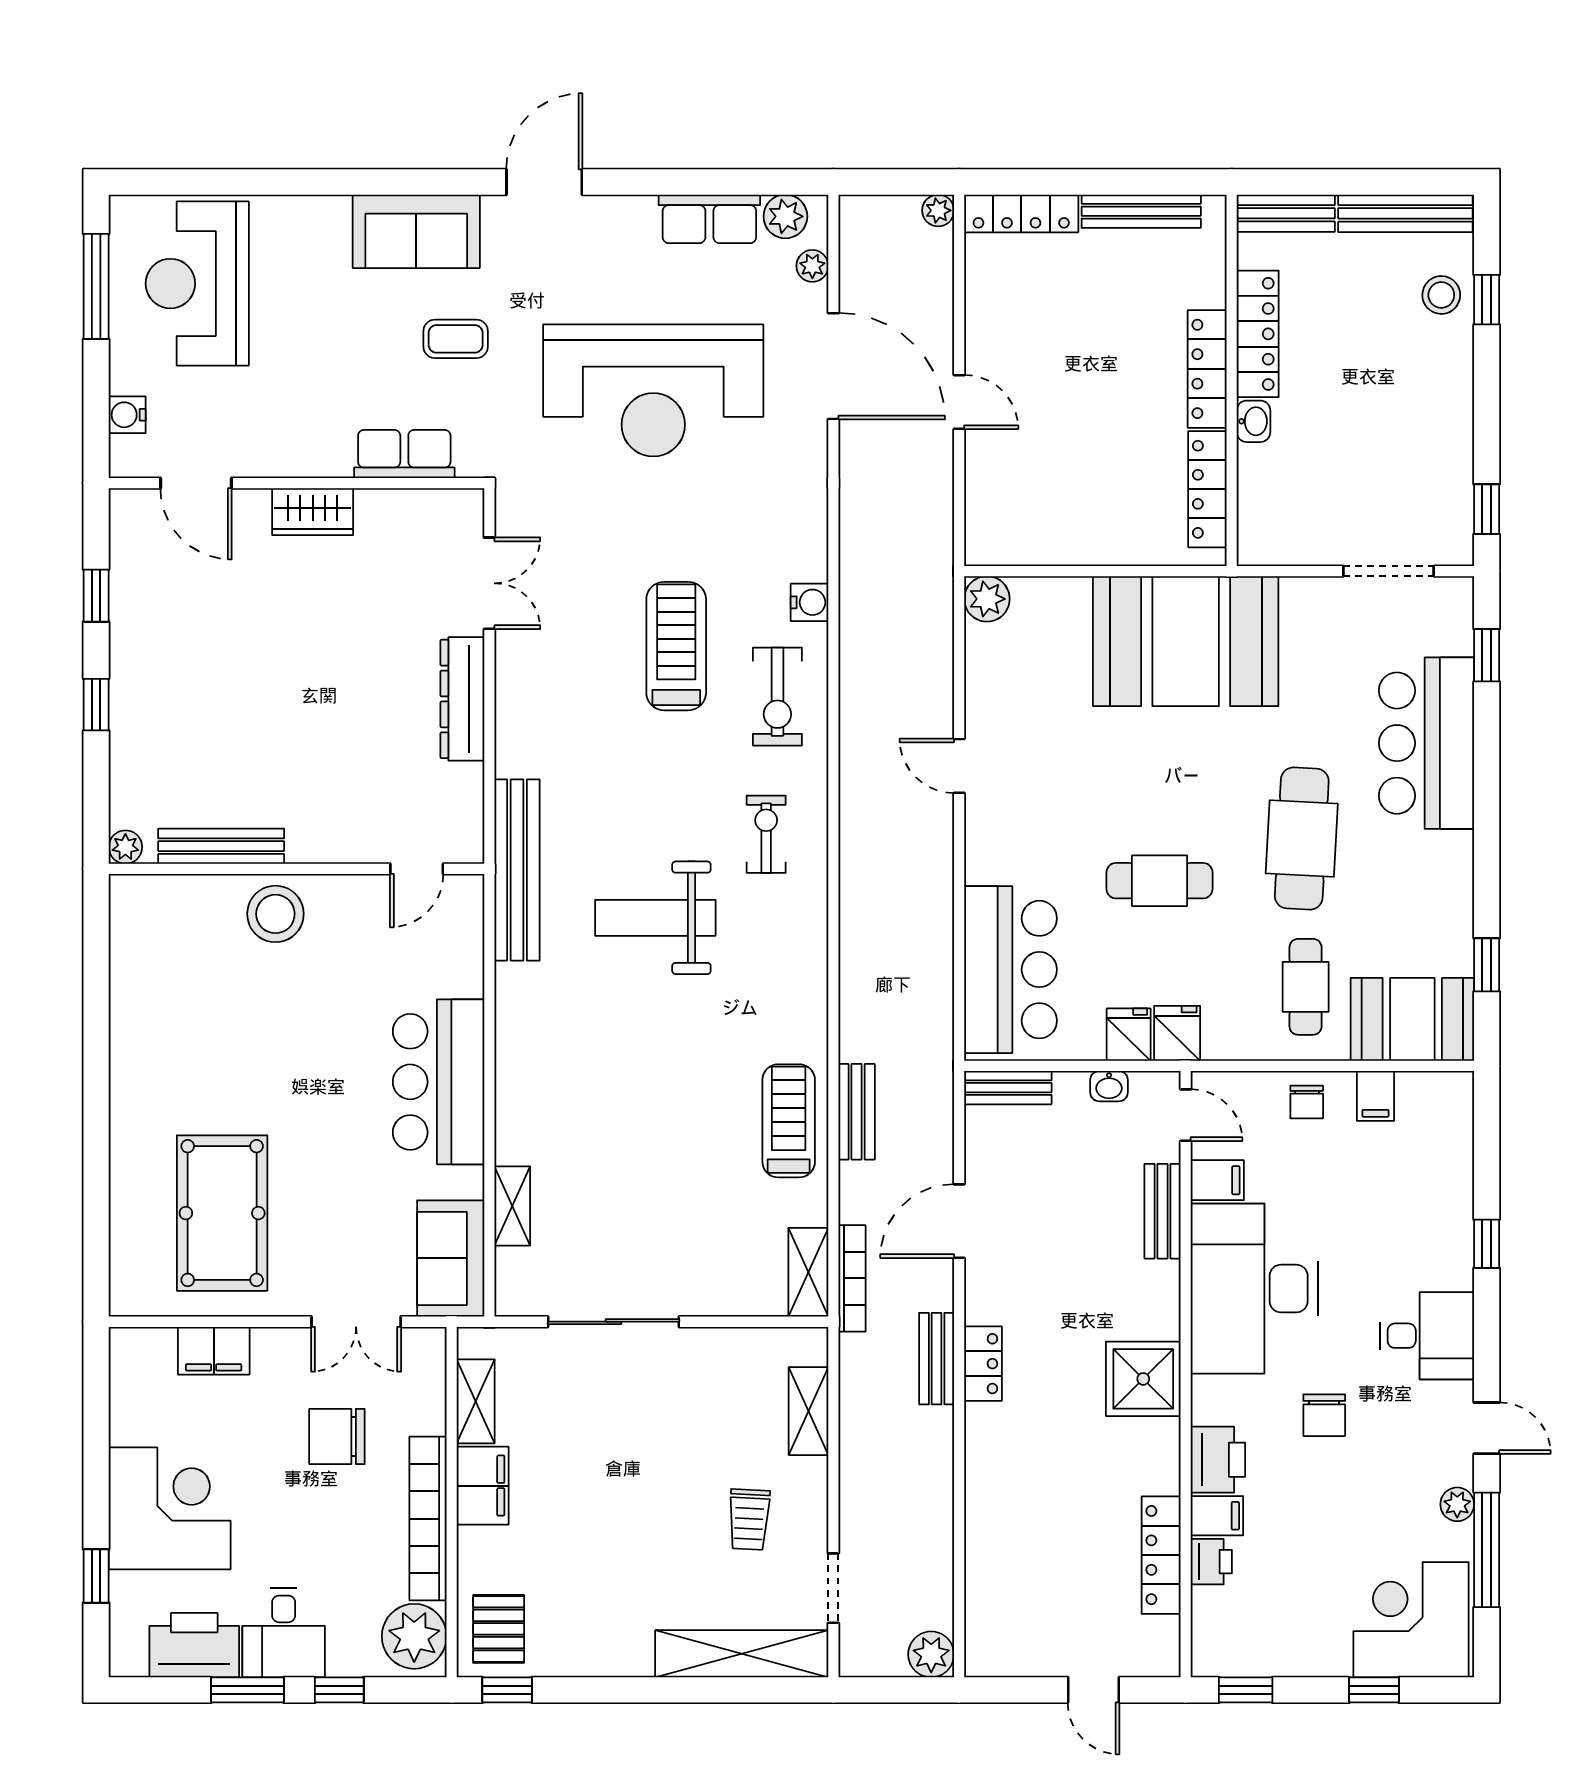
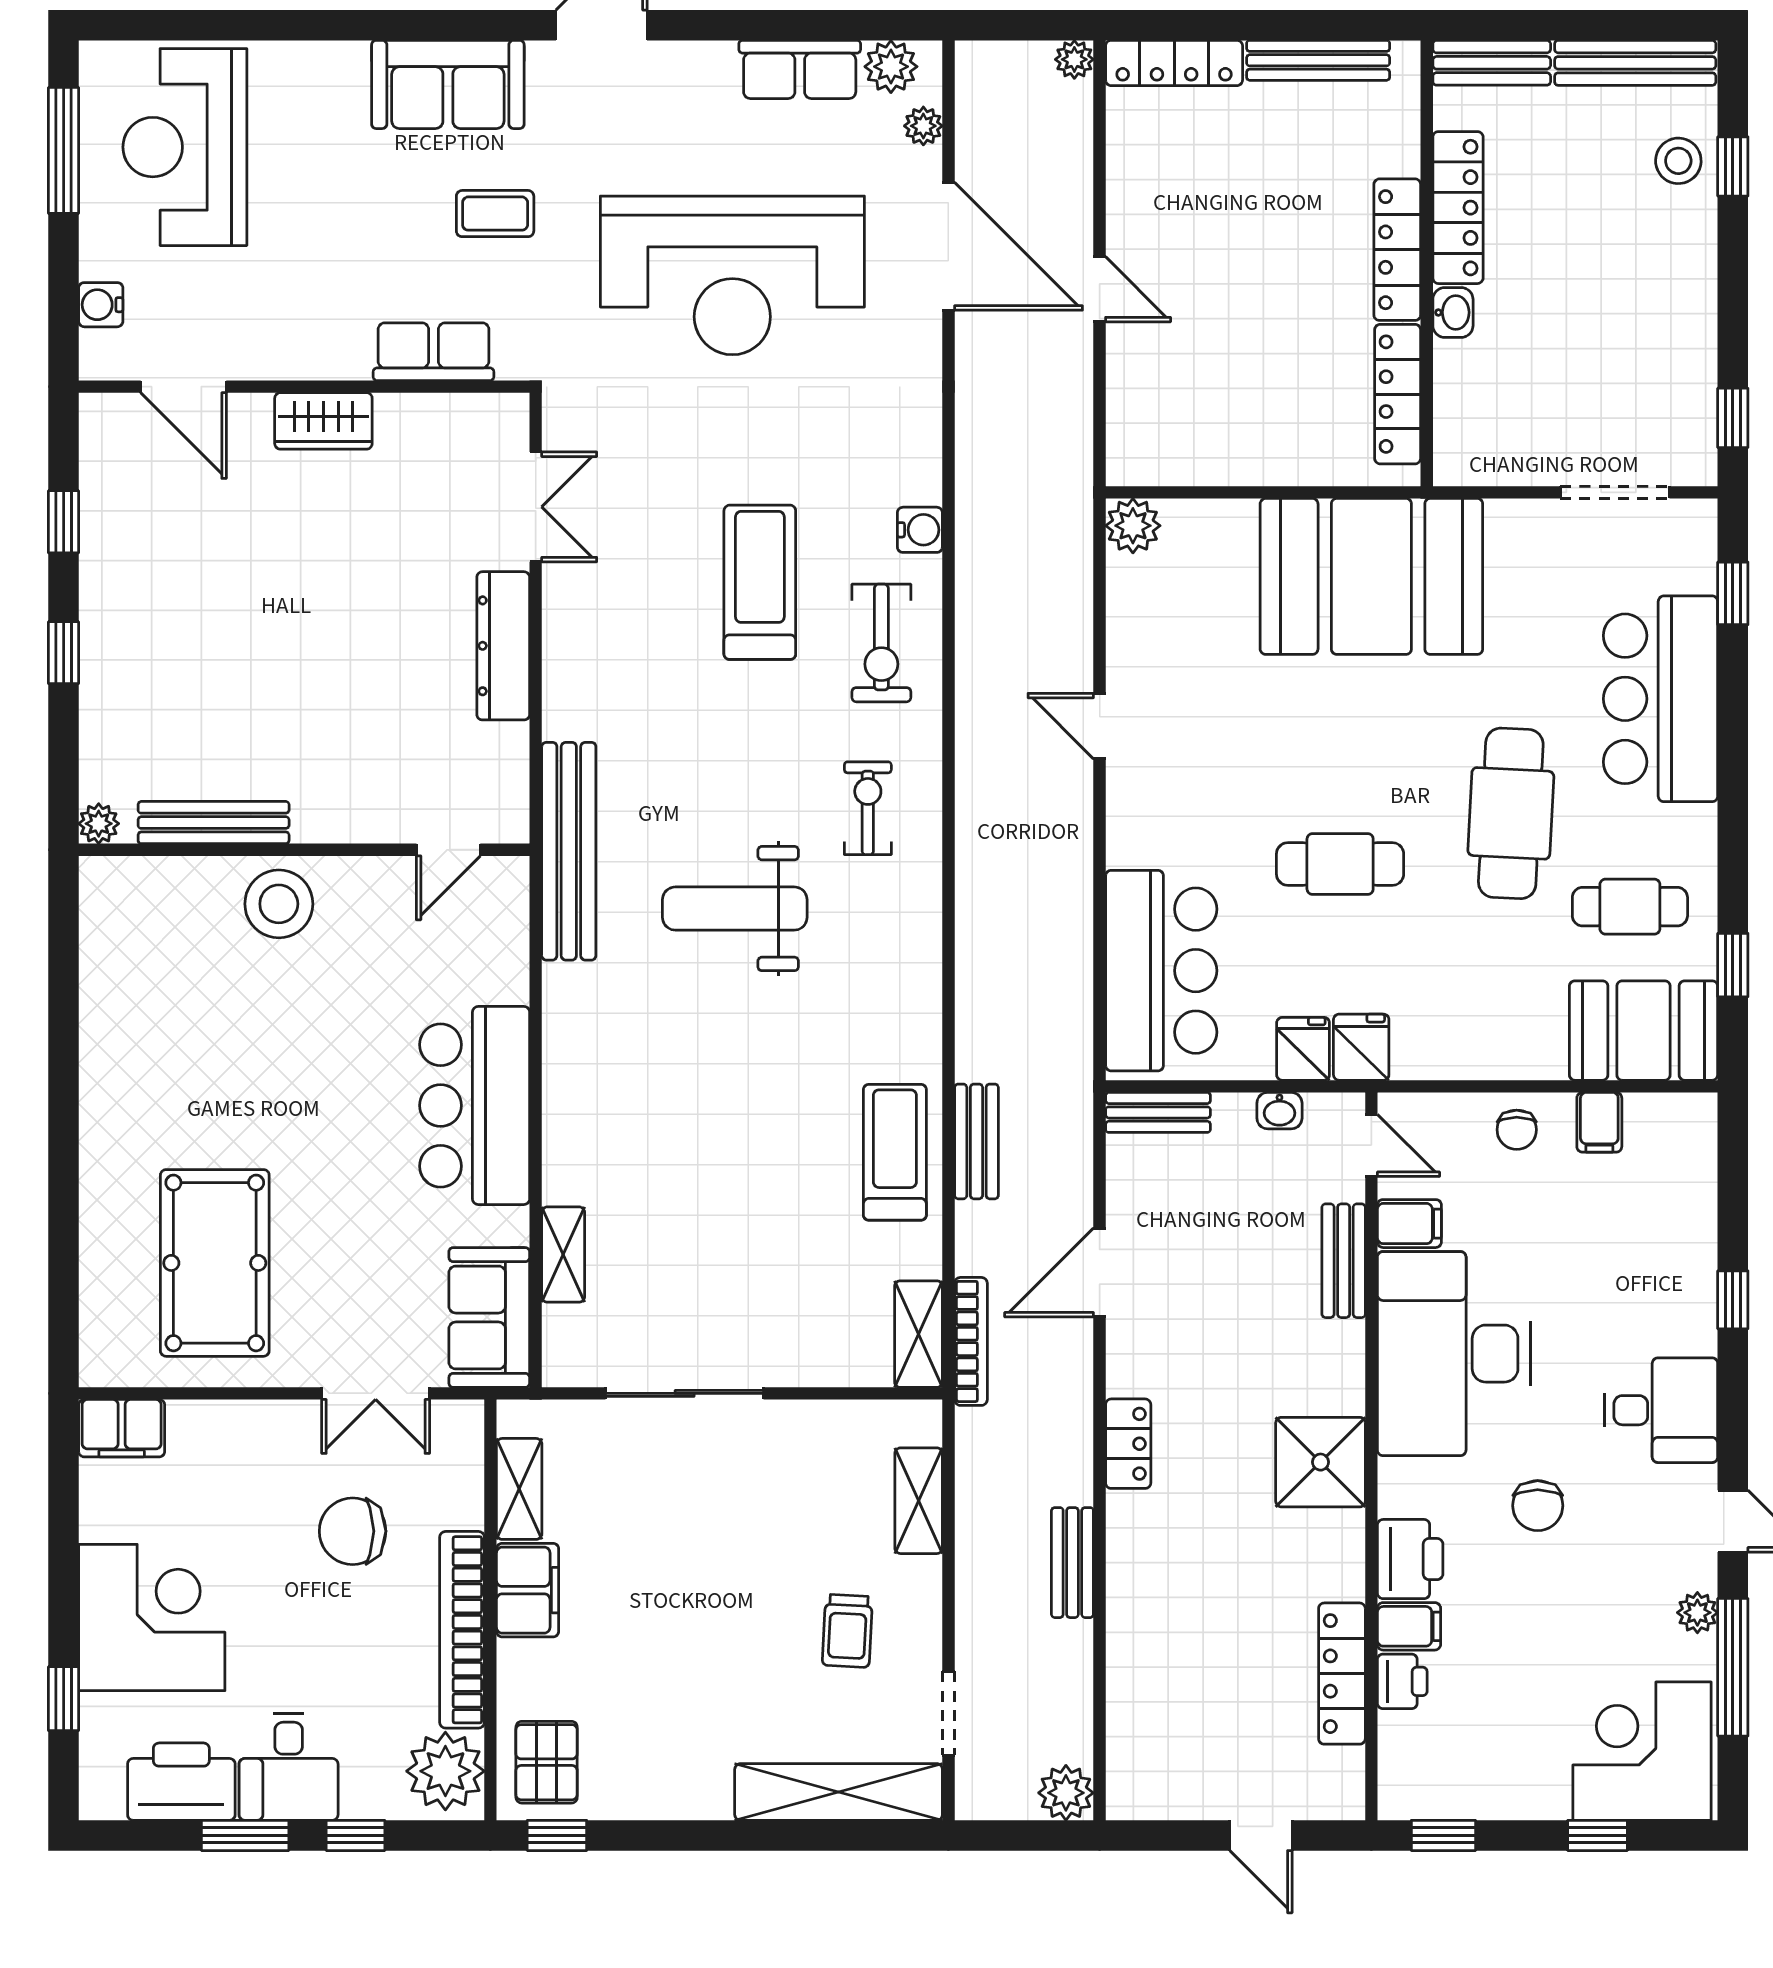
cafe table: (1306, 987) -> (1630, 907), moved, turned 90
filing cabinet: (214, 1351) -> (122, 1428), moved
bench: (937, 1359) -> (1072, 1563), moved

